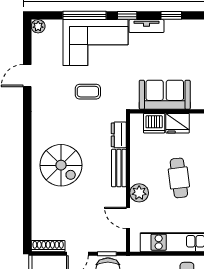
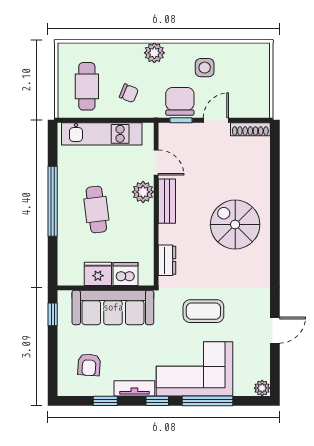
armchair: (185, 46) -> (89, 365), added
coffee table: (88, 92) -> (203, 311), width x1.36, depth x1.30
sofa: (165, 95) -> (113, 307), width x1.36
bench: (119, 168) -> (167, 201), moved

